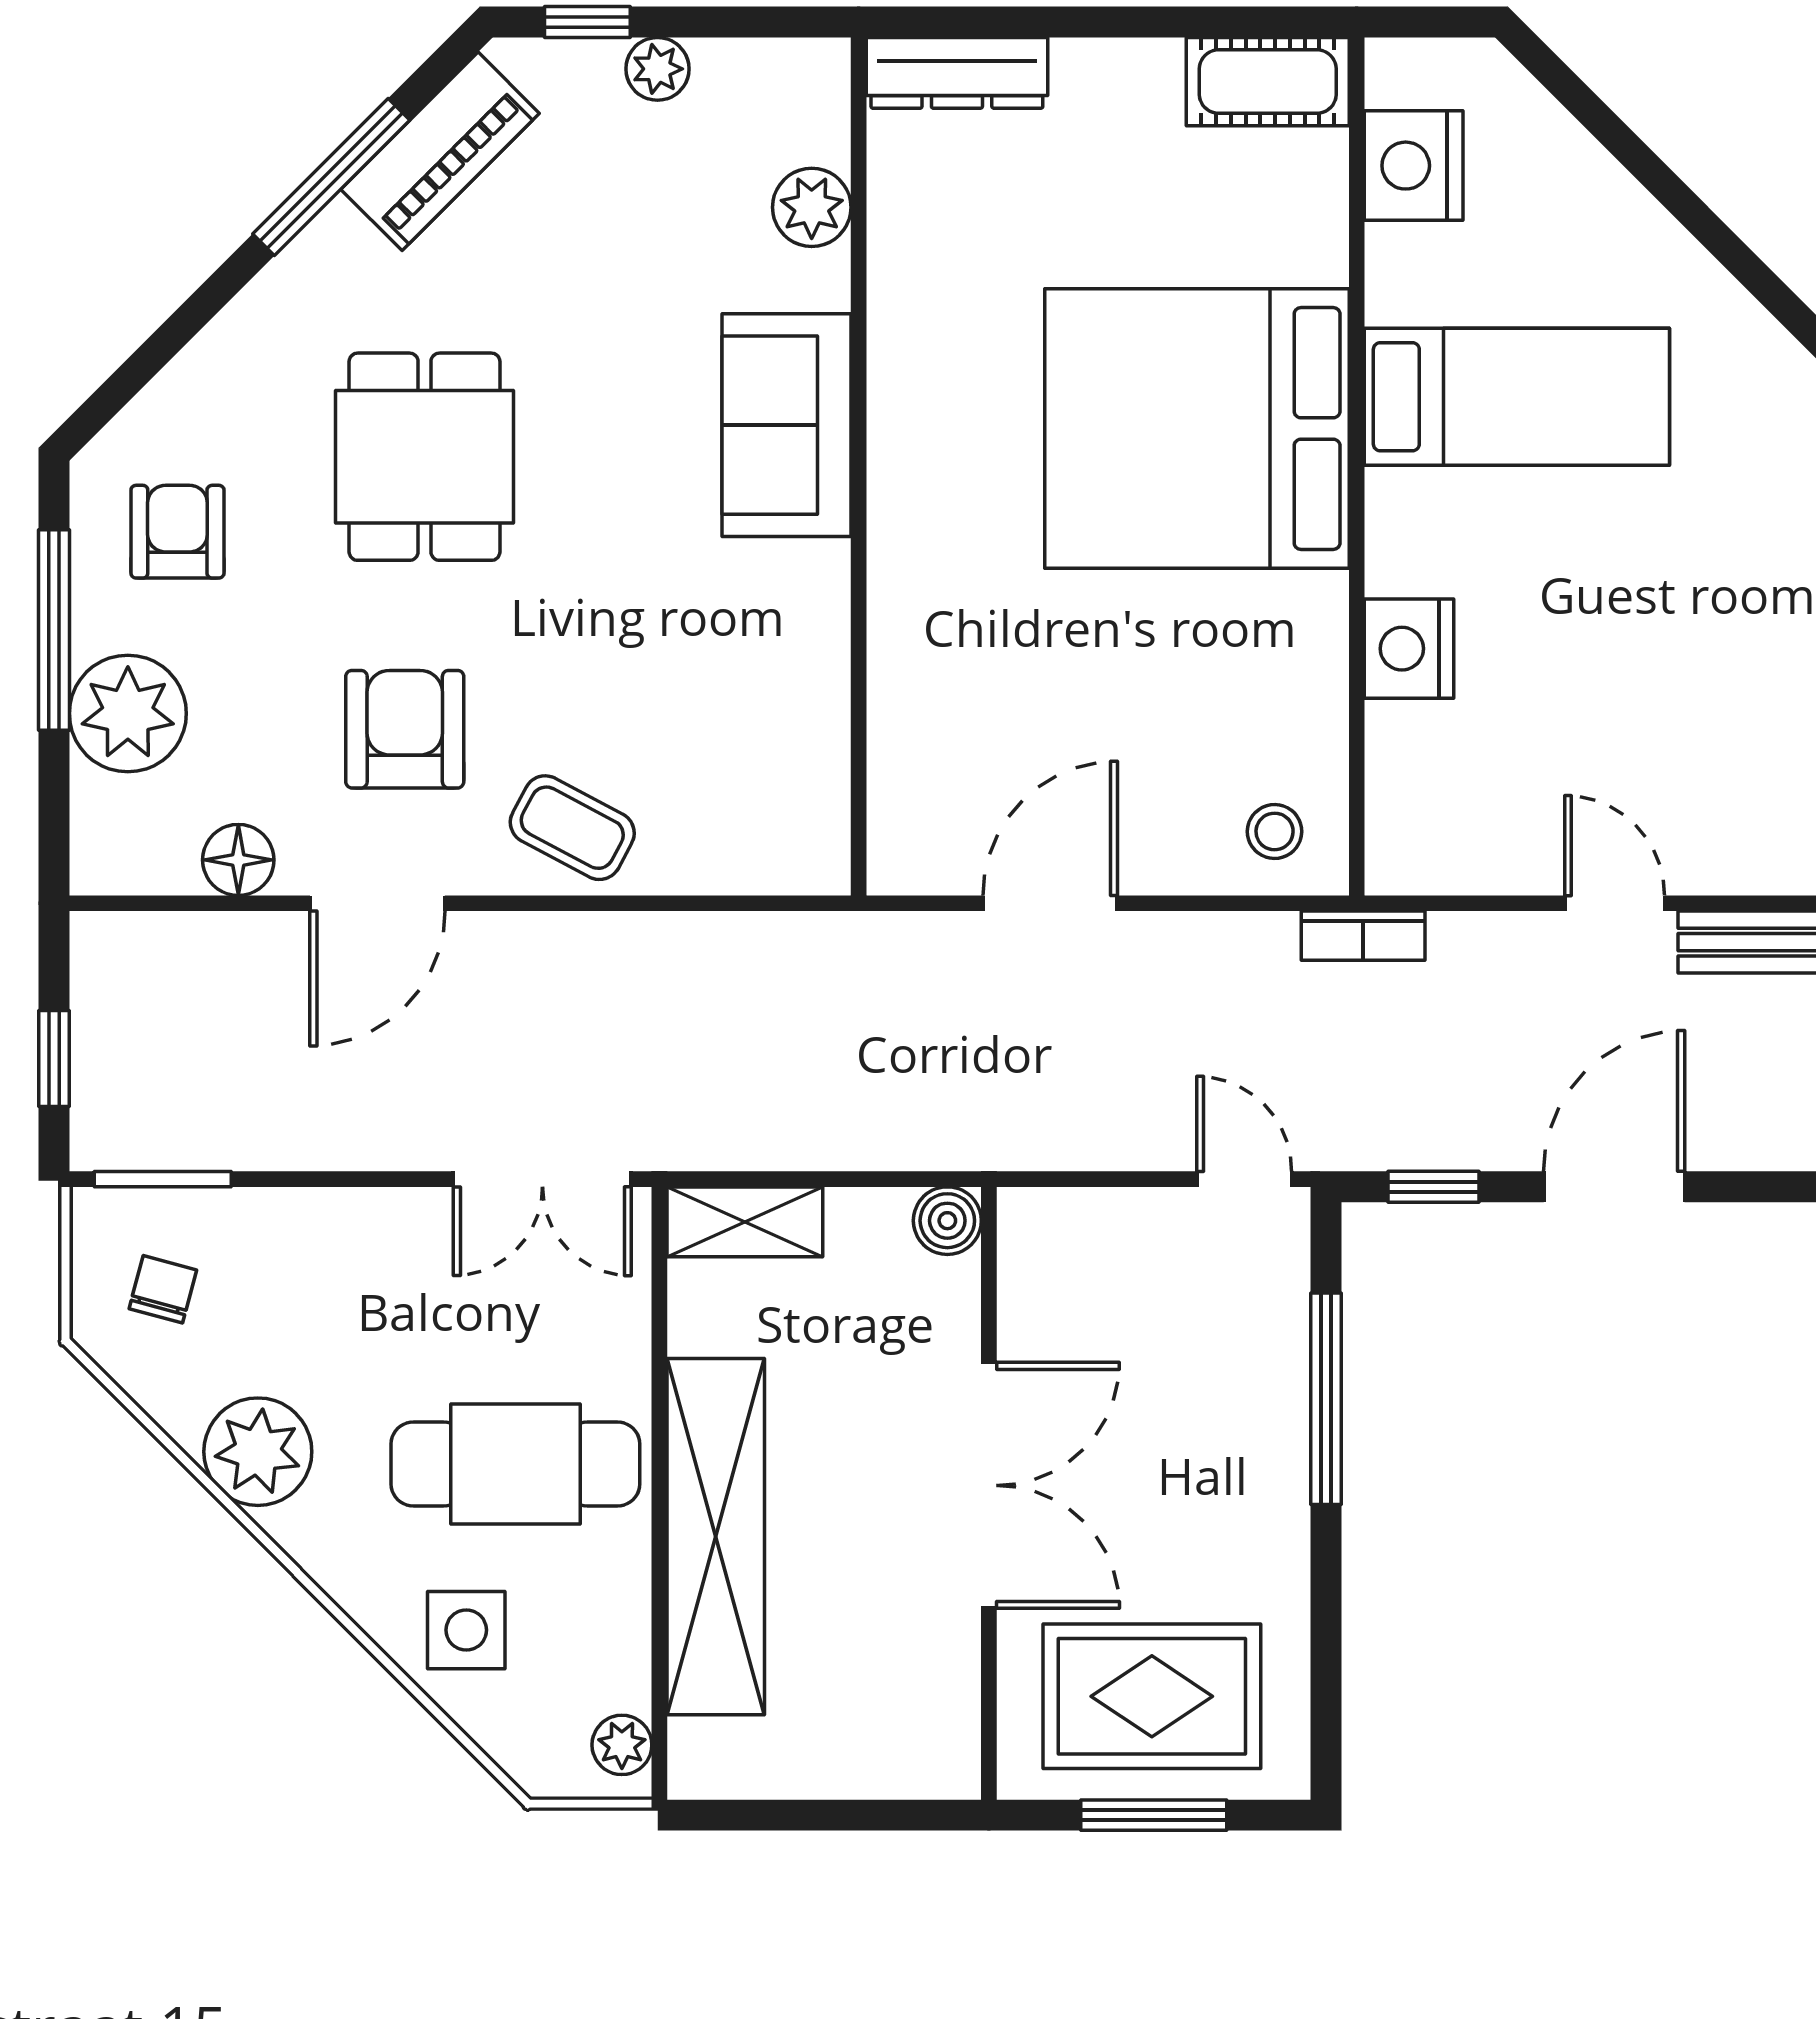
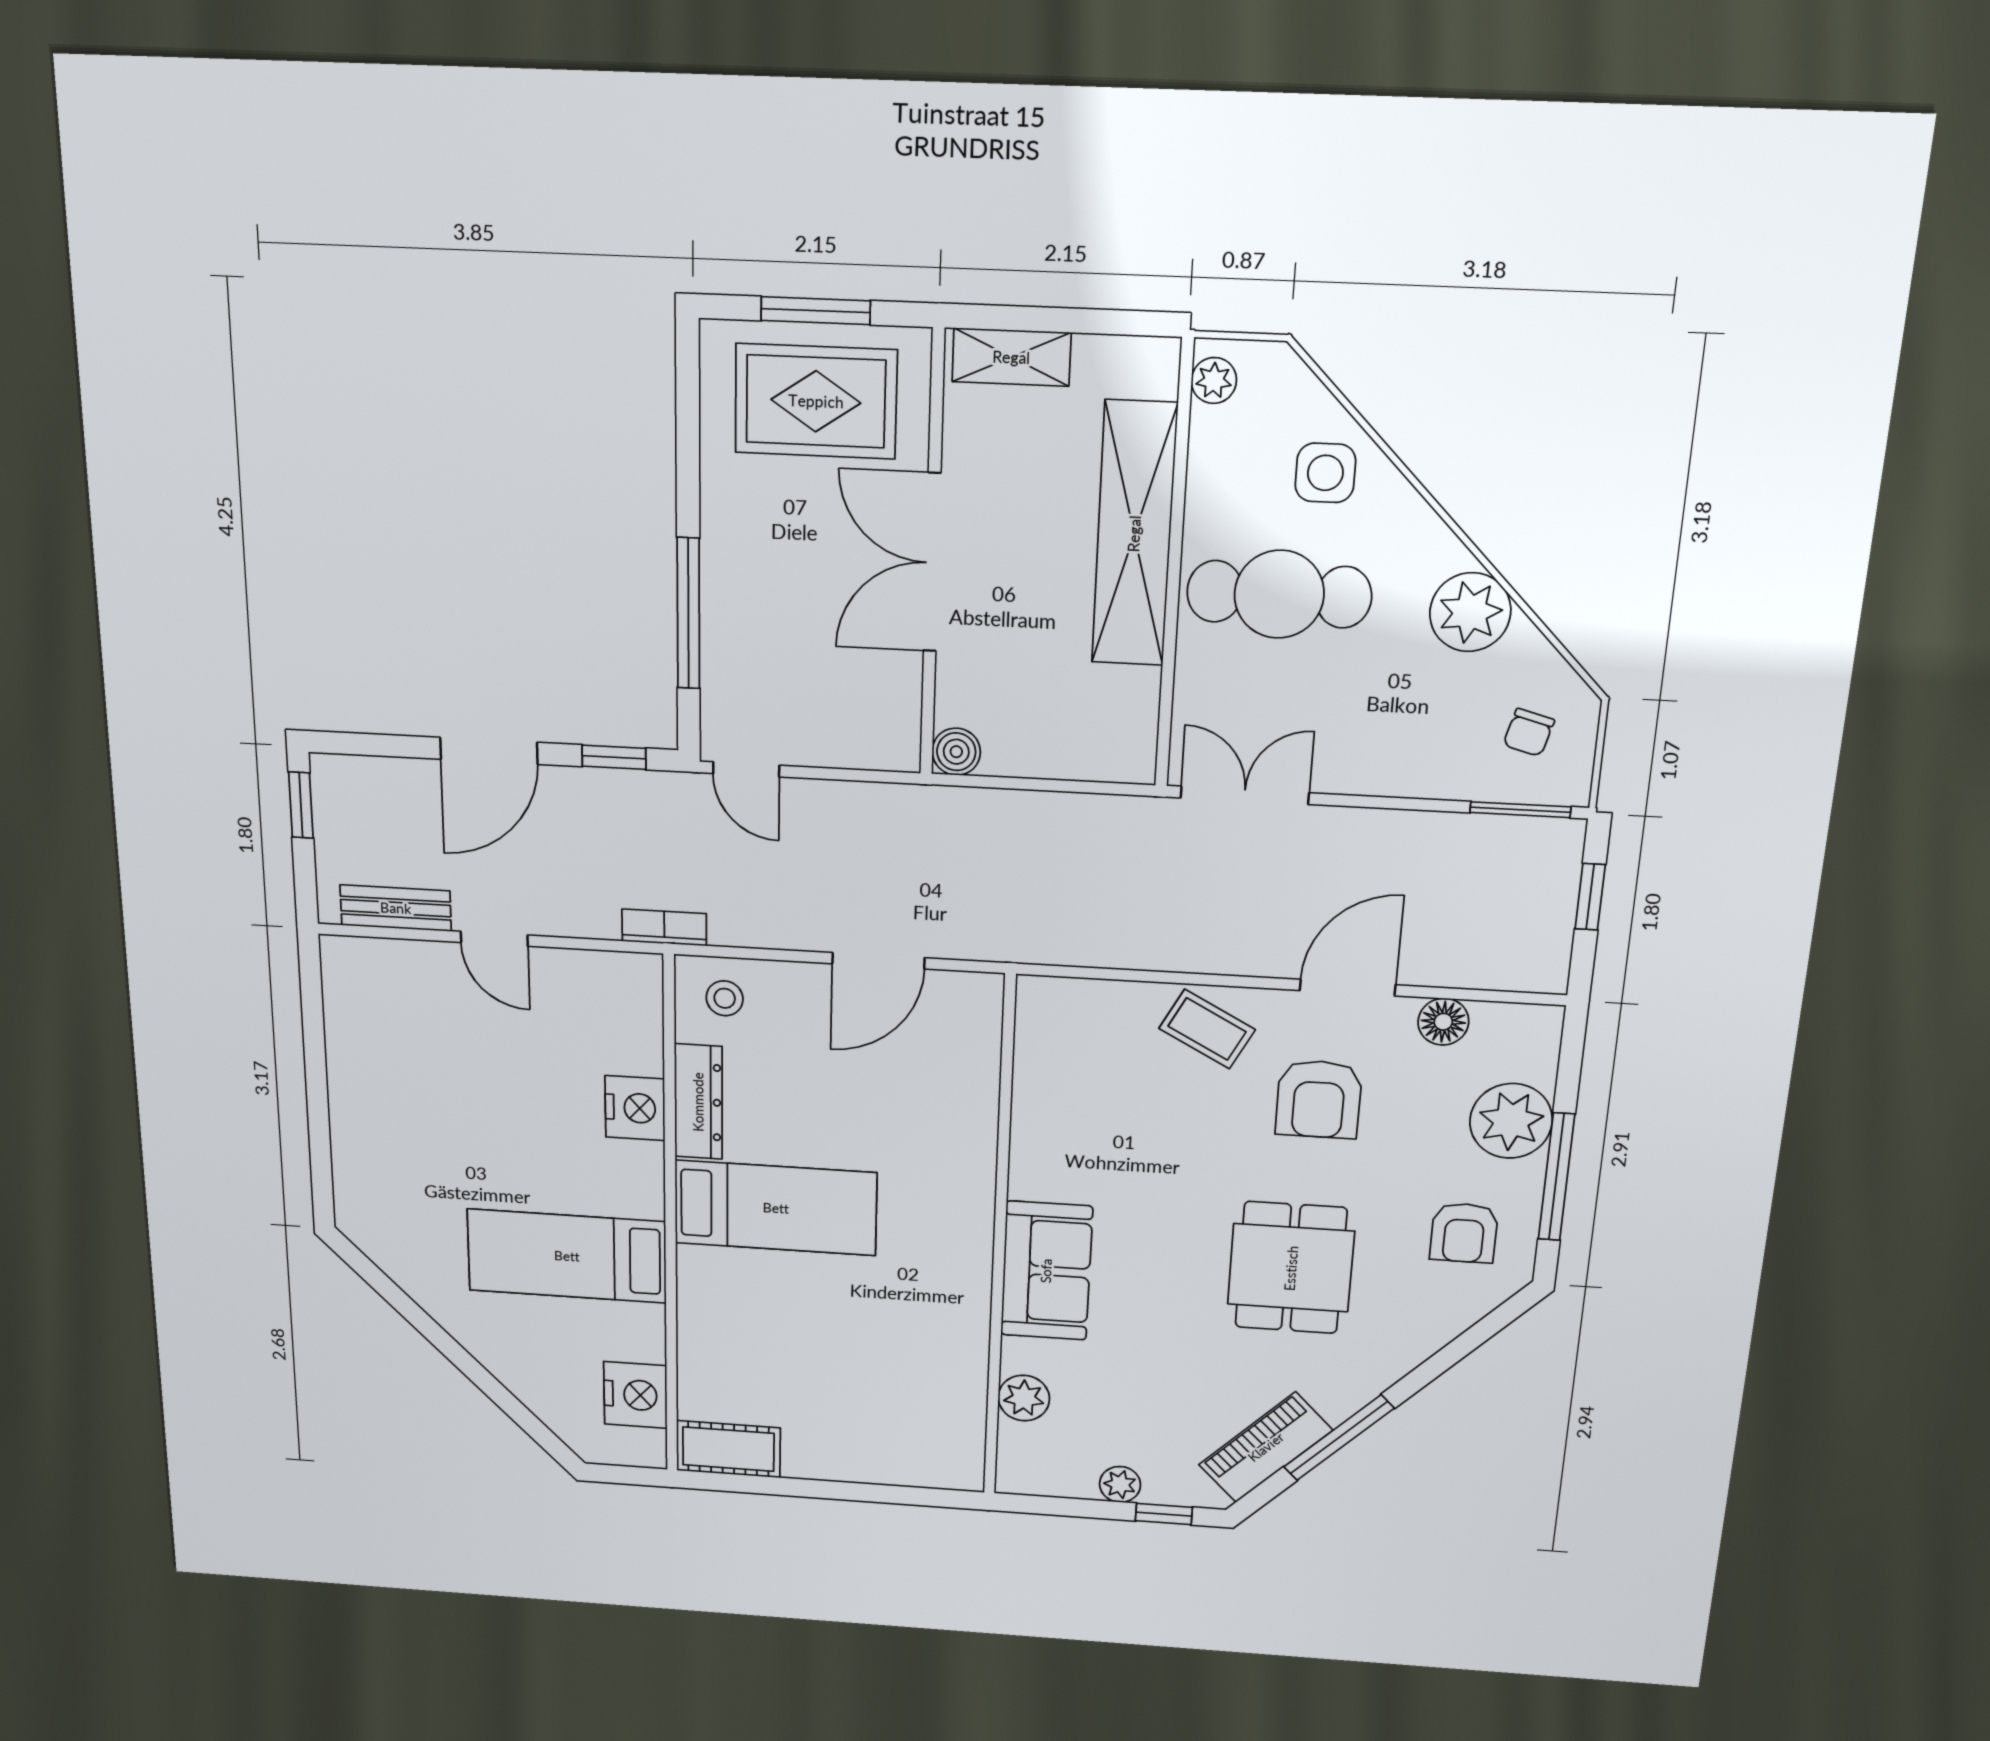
dresser: (957, 73) -> (698, 1102), moved, turned 90
bed: (1197, 428) -> (776, 1208), width x0.49
shelving: (745, 1222) -> (1011, 357), moved

